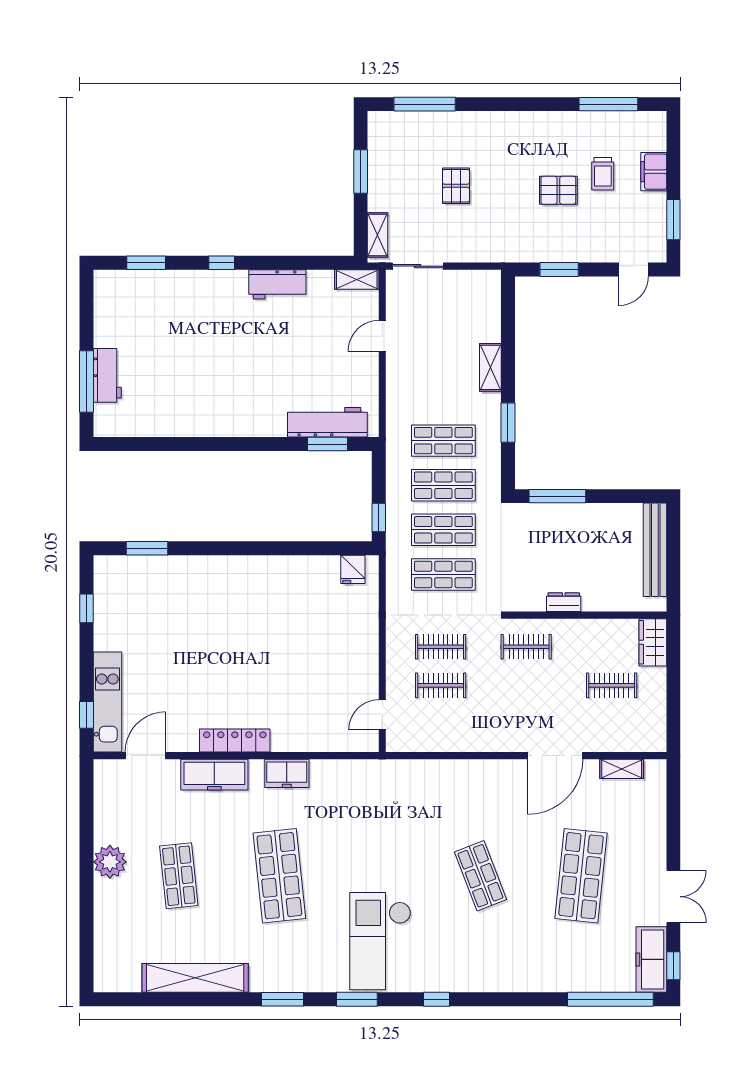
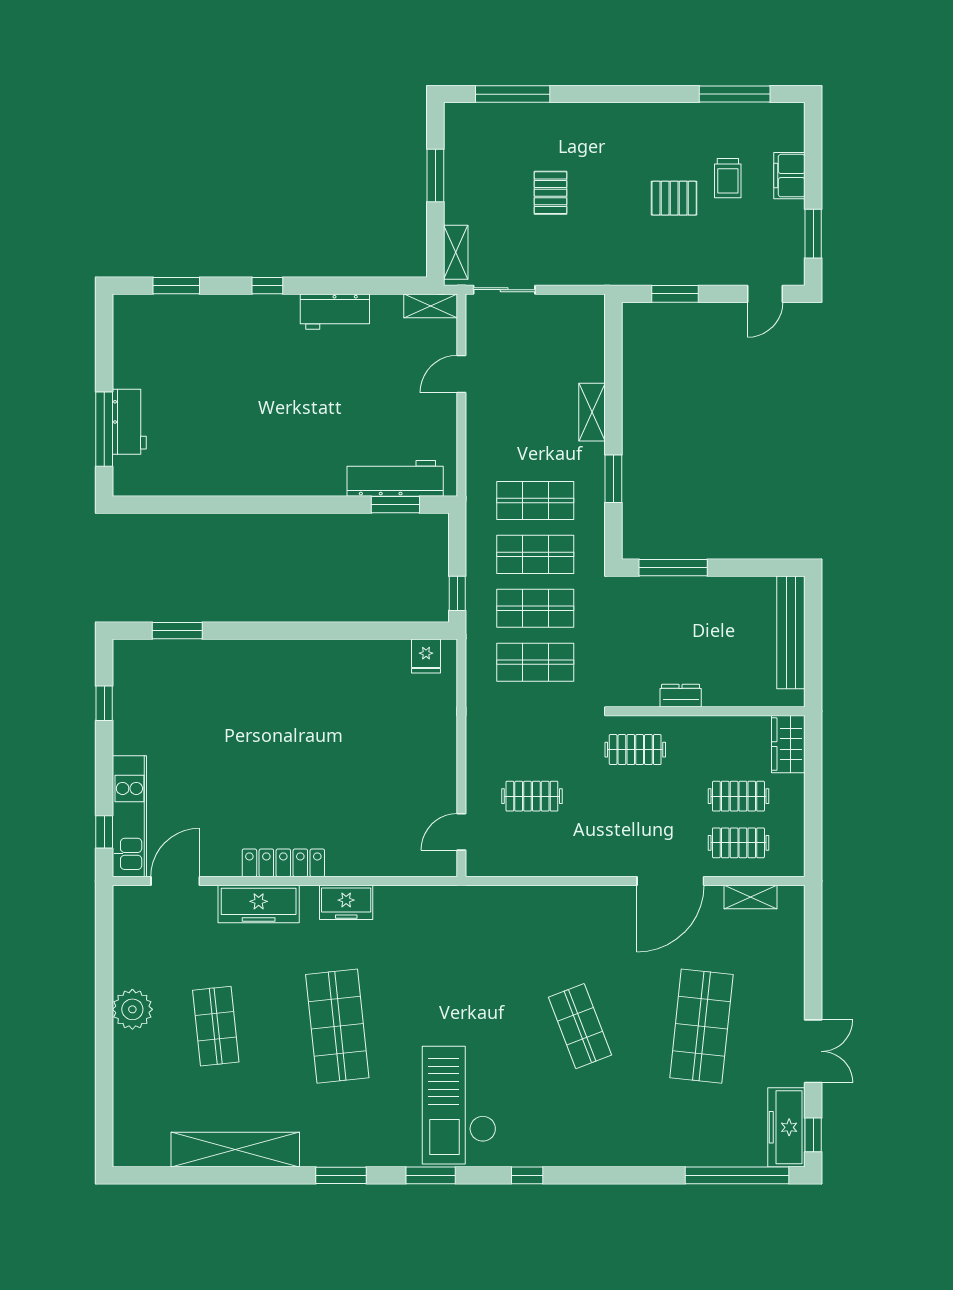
clothes rail: (441, 647) -> (738, 843), moved

